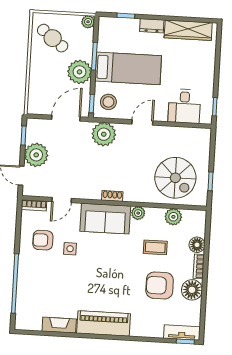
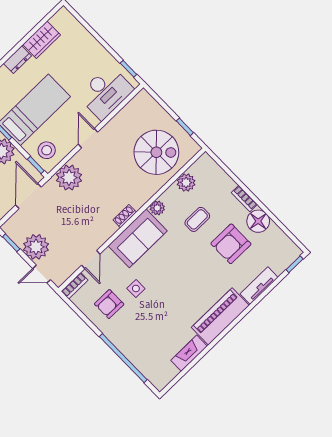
wardrobe: (188, 30) -> (42, 40), width x0.67
desk: (184, 106) -> (106, 93), width x1.37
floor lamp: (197, 245) -> (226, 184), removed
tv unit: (182, 332) -> (259, 286), moved

